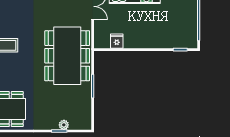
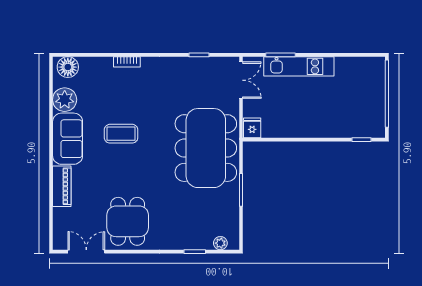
fridge: (117, 41) -> (252, 128), moved
plant: (64, 125) -> (220, 243), moved

